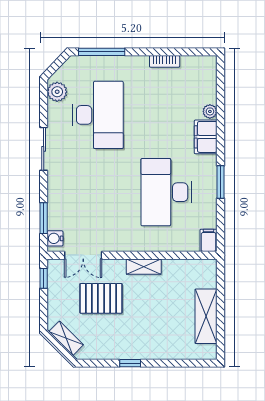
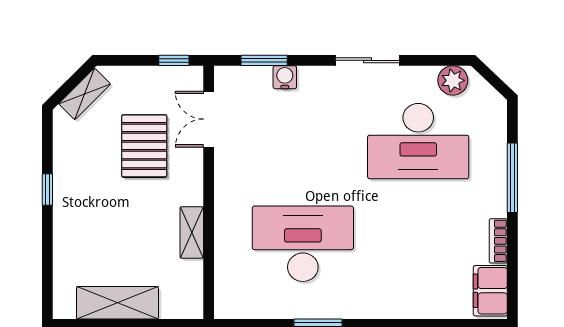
window: (102, 52) -> (512, 178), moved
plant: (210, 111) -> (423, 309), removed
filing cabinet: (206, 137) -> (490, 291), moved, turned -90
water cooler: (55, 238) -> (285, 77), moved
filing cabinet: (209, 240) -> (231, 307), removed
shelving: (144, 267) -> (192, 232), moved

